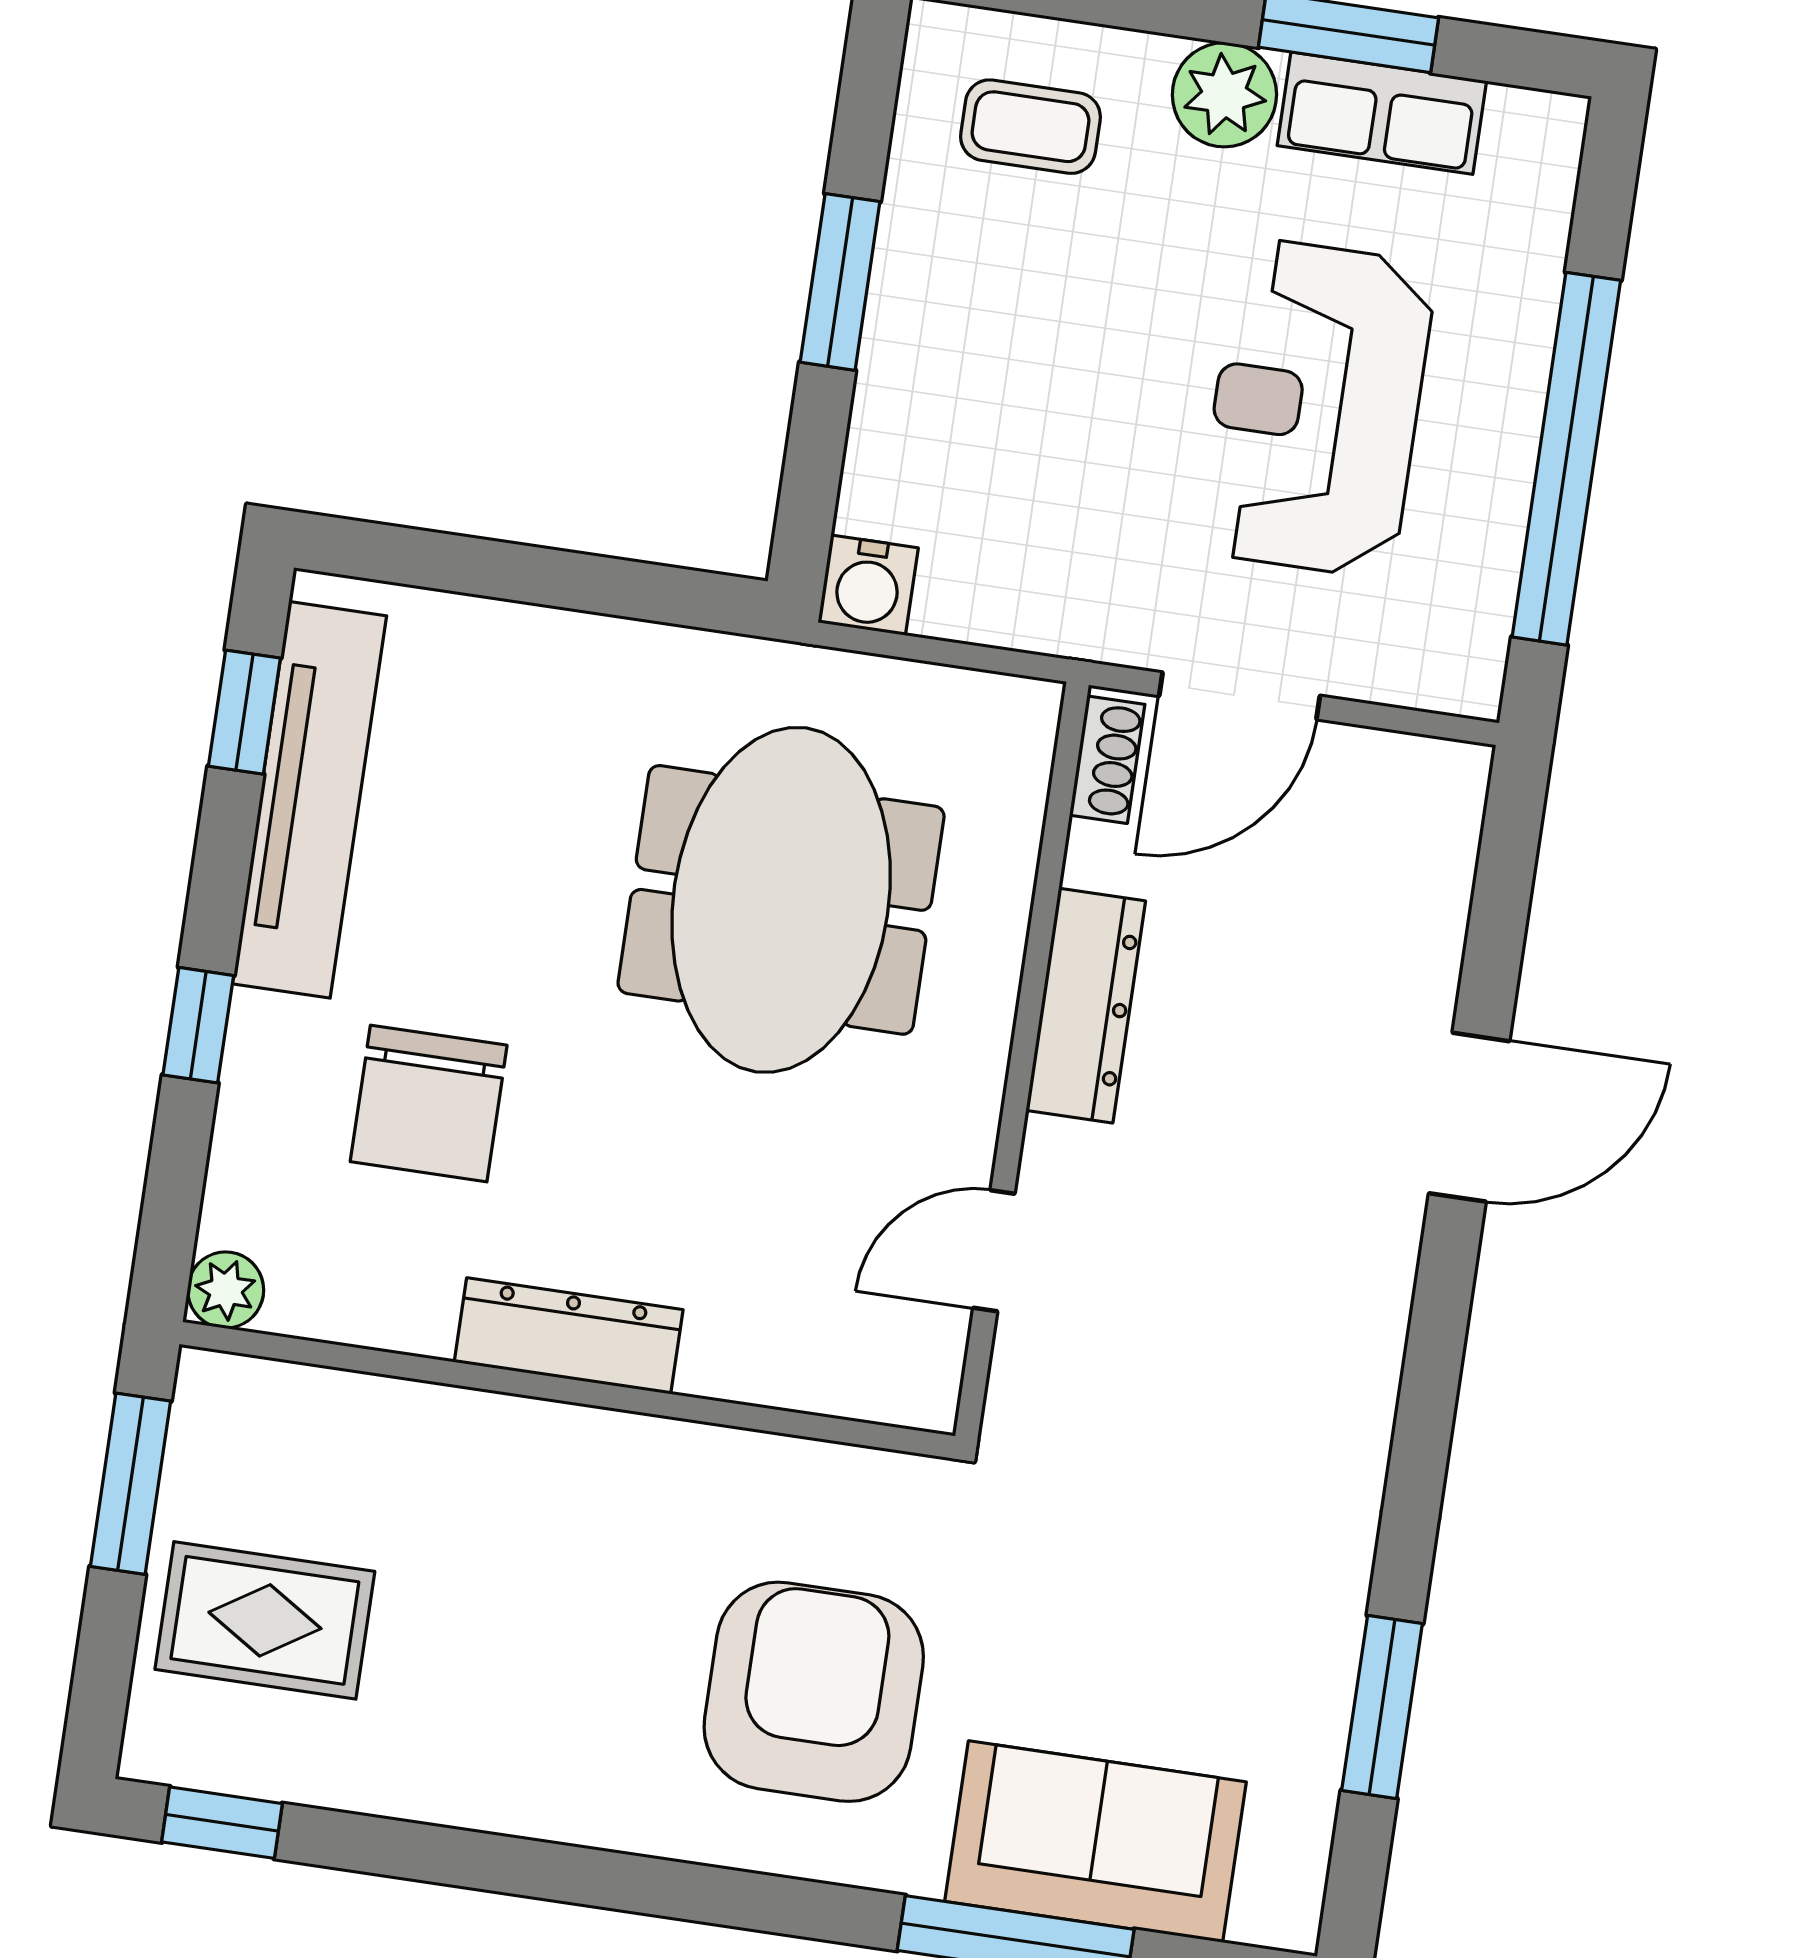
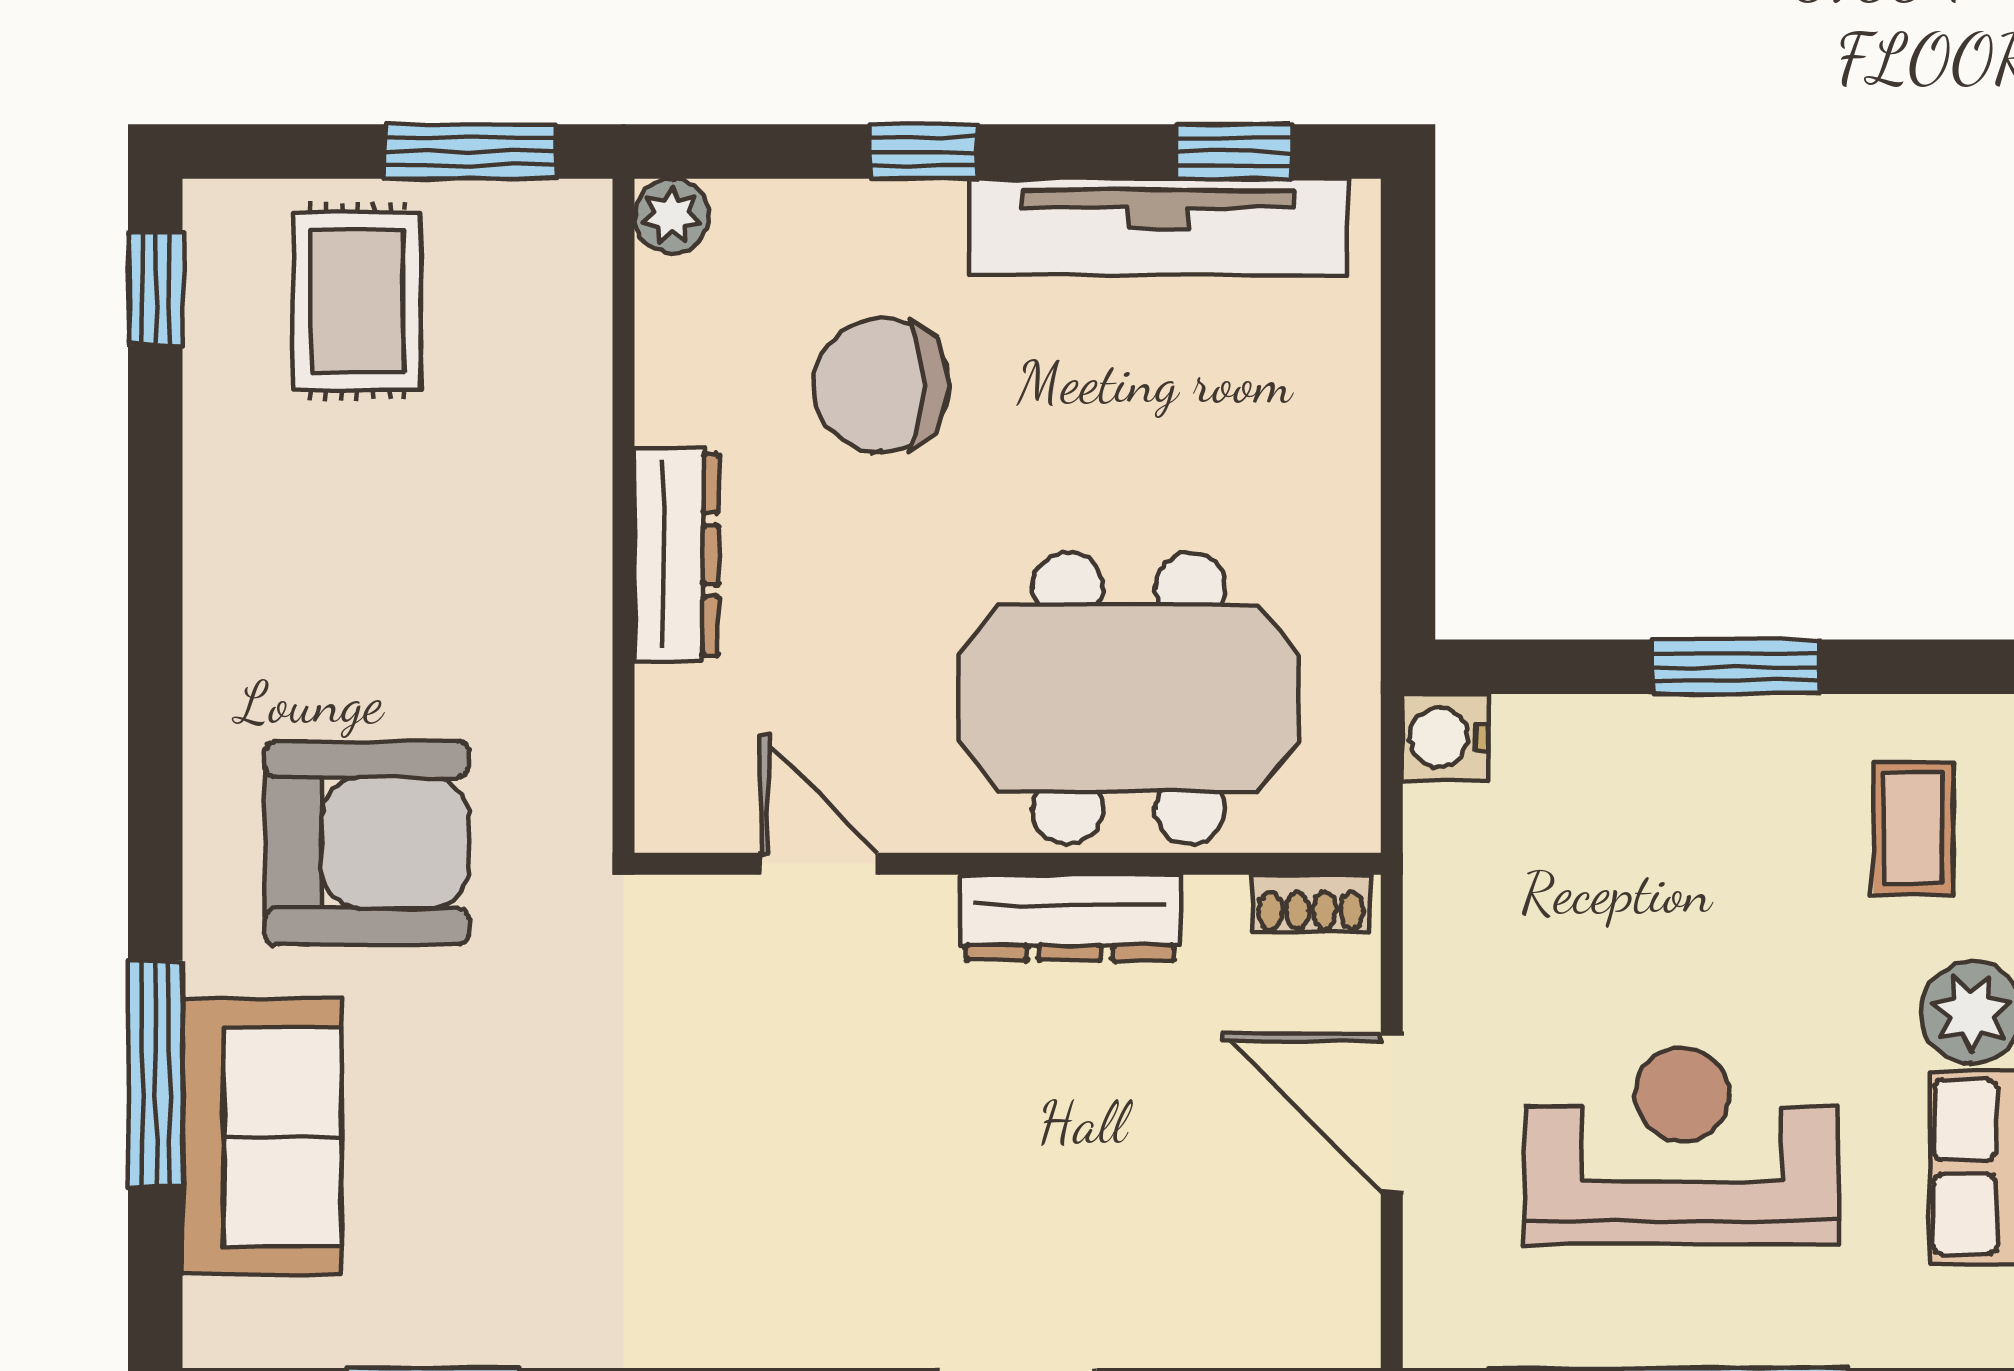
shoe rack: (1107, 760) -> (1311, 903), moved
dresser: (1086, 1006) -> (1070, 918), moved
wall: (1022, 1061) -> (1008, 864), moved
door: (994, 1251) -> (819, 864), moved

